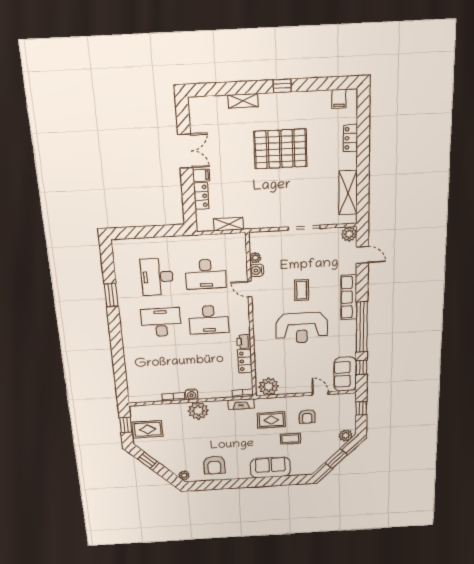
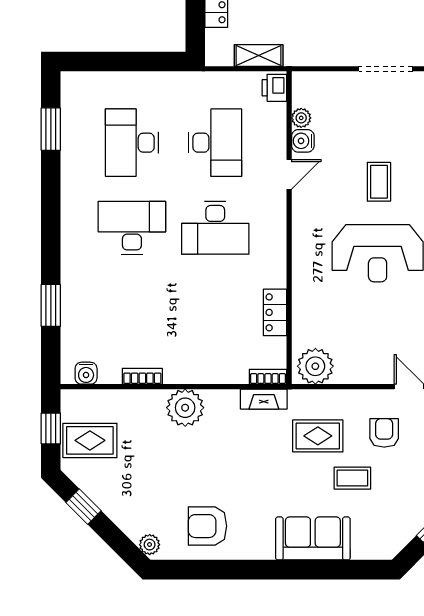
desk: (206, 274) -> (215, 143), turned -90
door: (250, 289) -> (289, 174), swing flipped
window: (111, 295) -> (51, 129), moved
printer: (244, 342) -> (274, 88), moved
window: (119, 365) -> (51, 305), added
water cooler: (192, 394) -> (86, 373), moved
armchair: (307, 416) -> (384, 433), turned 180
armchair: (214, 465) -> (208, 526), turned 90

